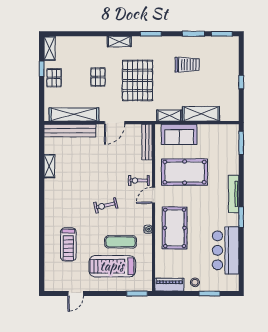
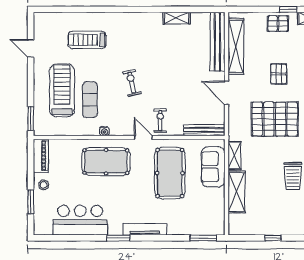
pallet: (98, 77) -> (279, 74), turned 90

